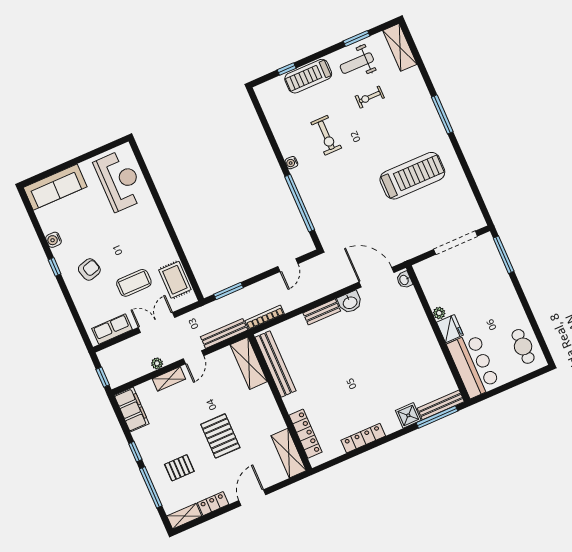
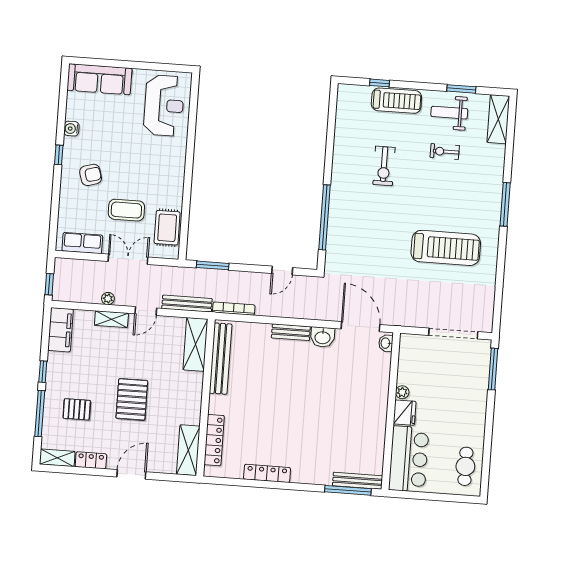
treadmill: (308, 76) -> (396, 101), turned 180
water cooler: (291, 163) -> (337, 175), removed
shower: (408, 415) -> (321, 474), removed

